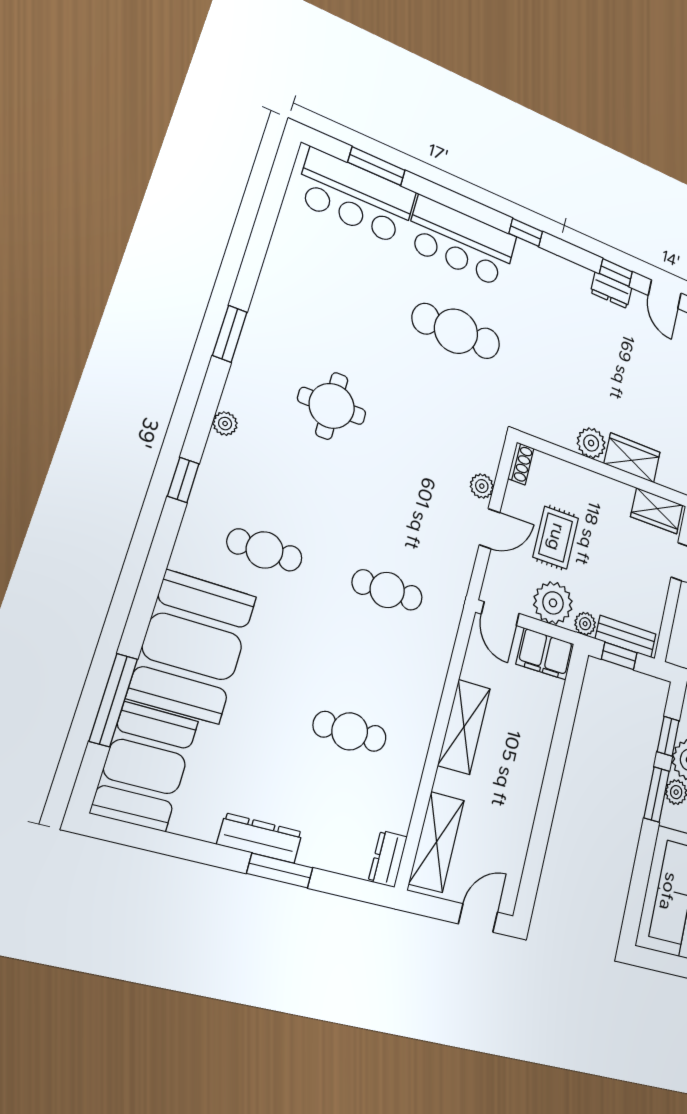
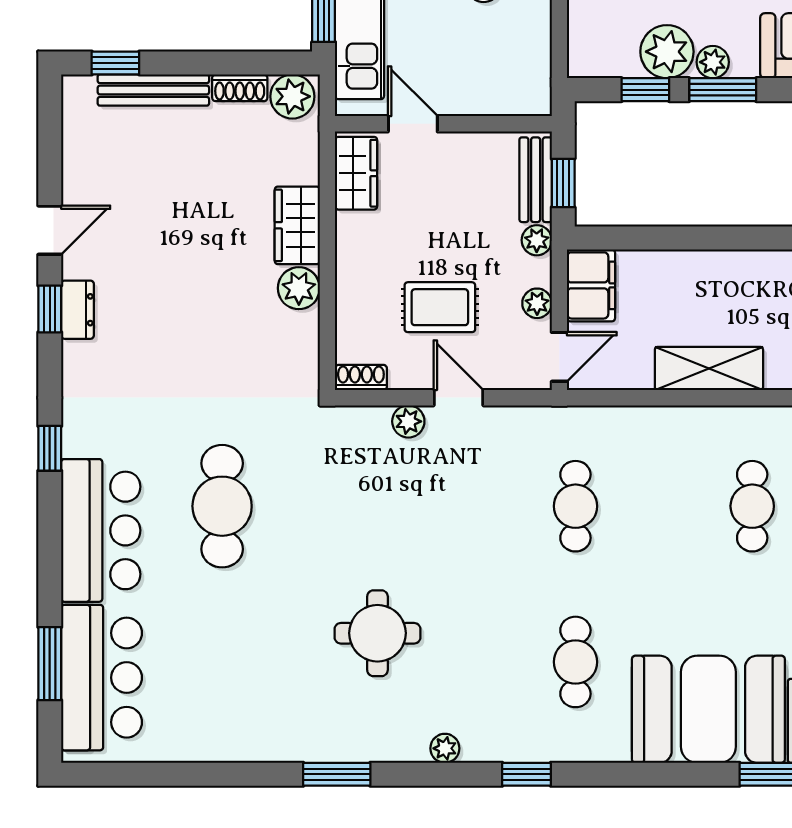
plant: (553, 603) -> (537, 303), width x0.53, depth x0.53

